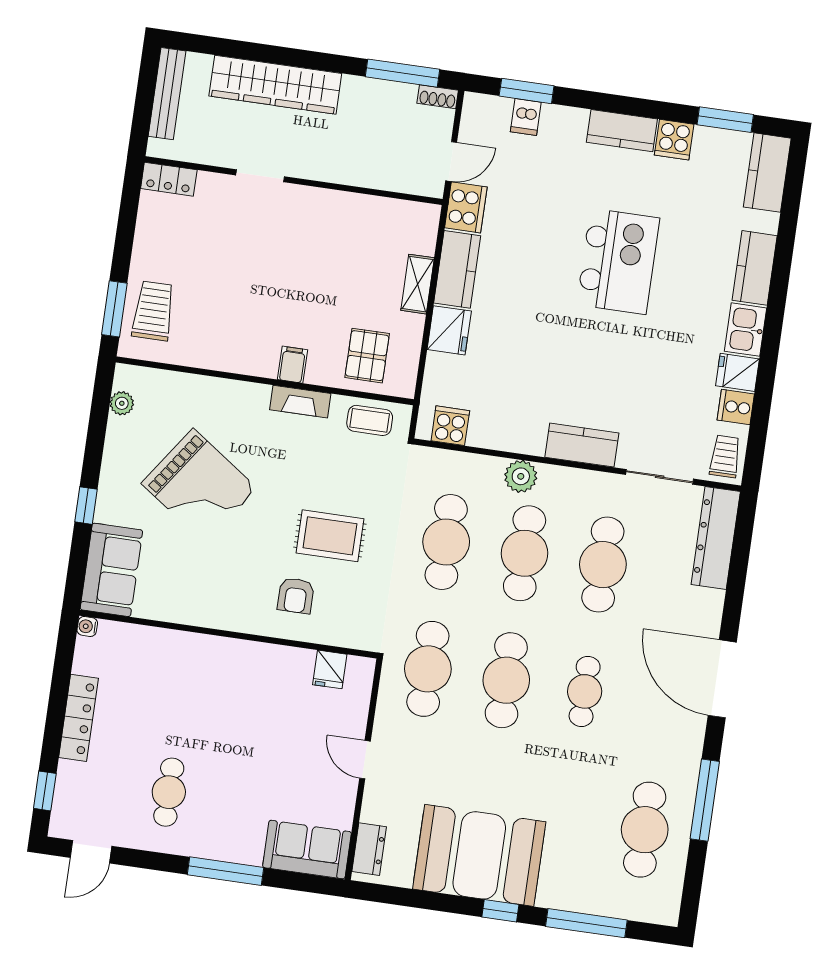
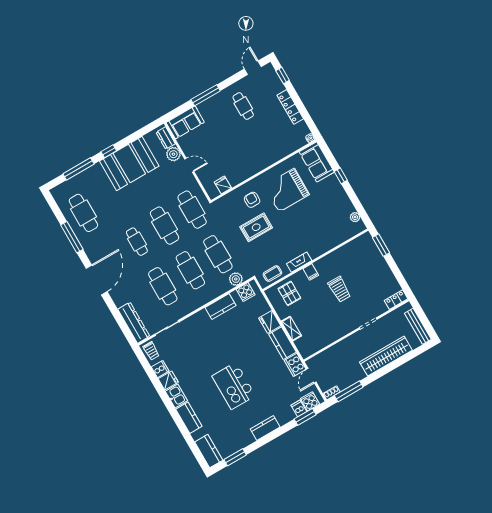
cooker: (674, 140) -> (310, 401), moved
trolley: (153, 311) -> (339, 289), moved
kitchen counter: (582, 445) -> (220, 306), moved
plant: (521, 476) -> (236, 279), moved
grand piano: (199, 486) -> (287, 190), moved, turned -35
door: (722, 679) -> (97, 280), hinge flipped
plant: (379, 806) -> (173, 154), added

